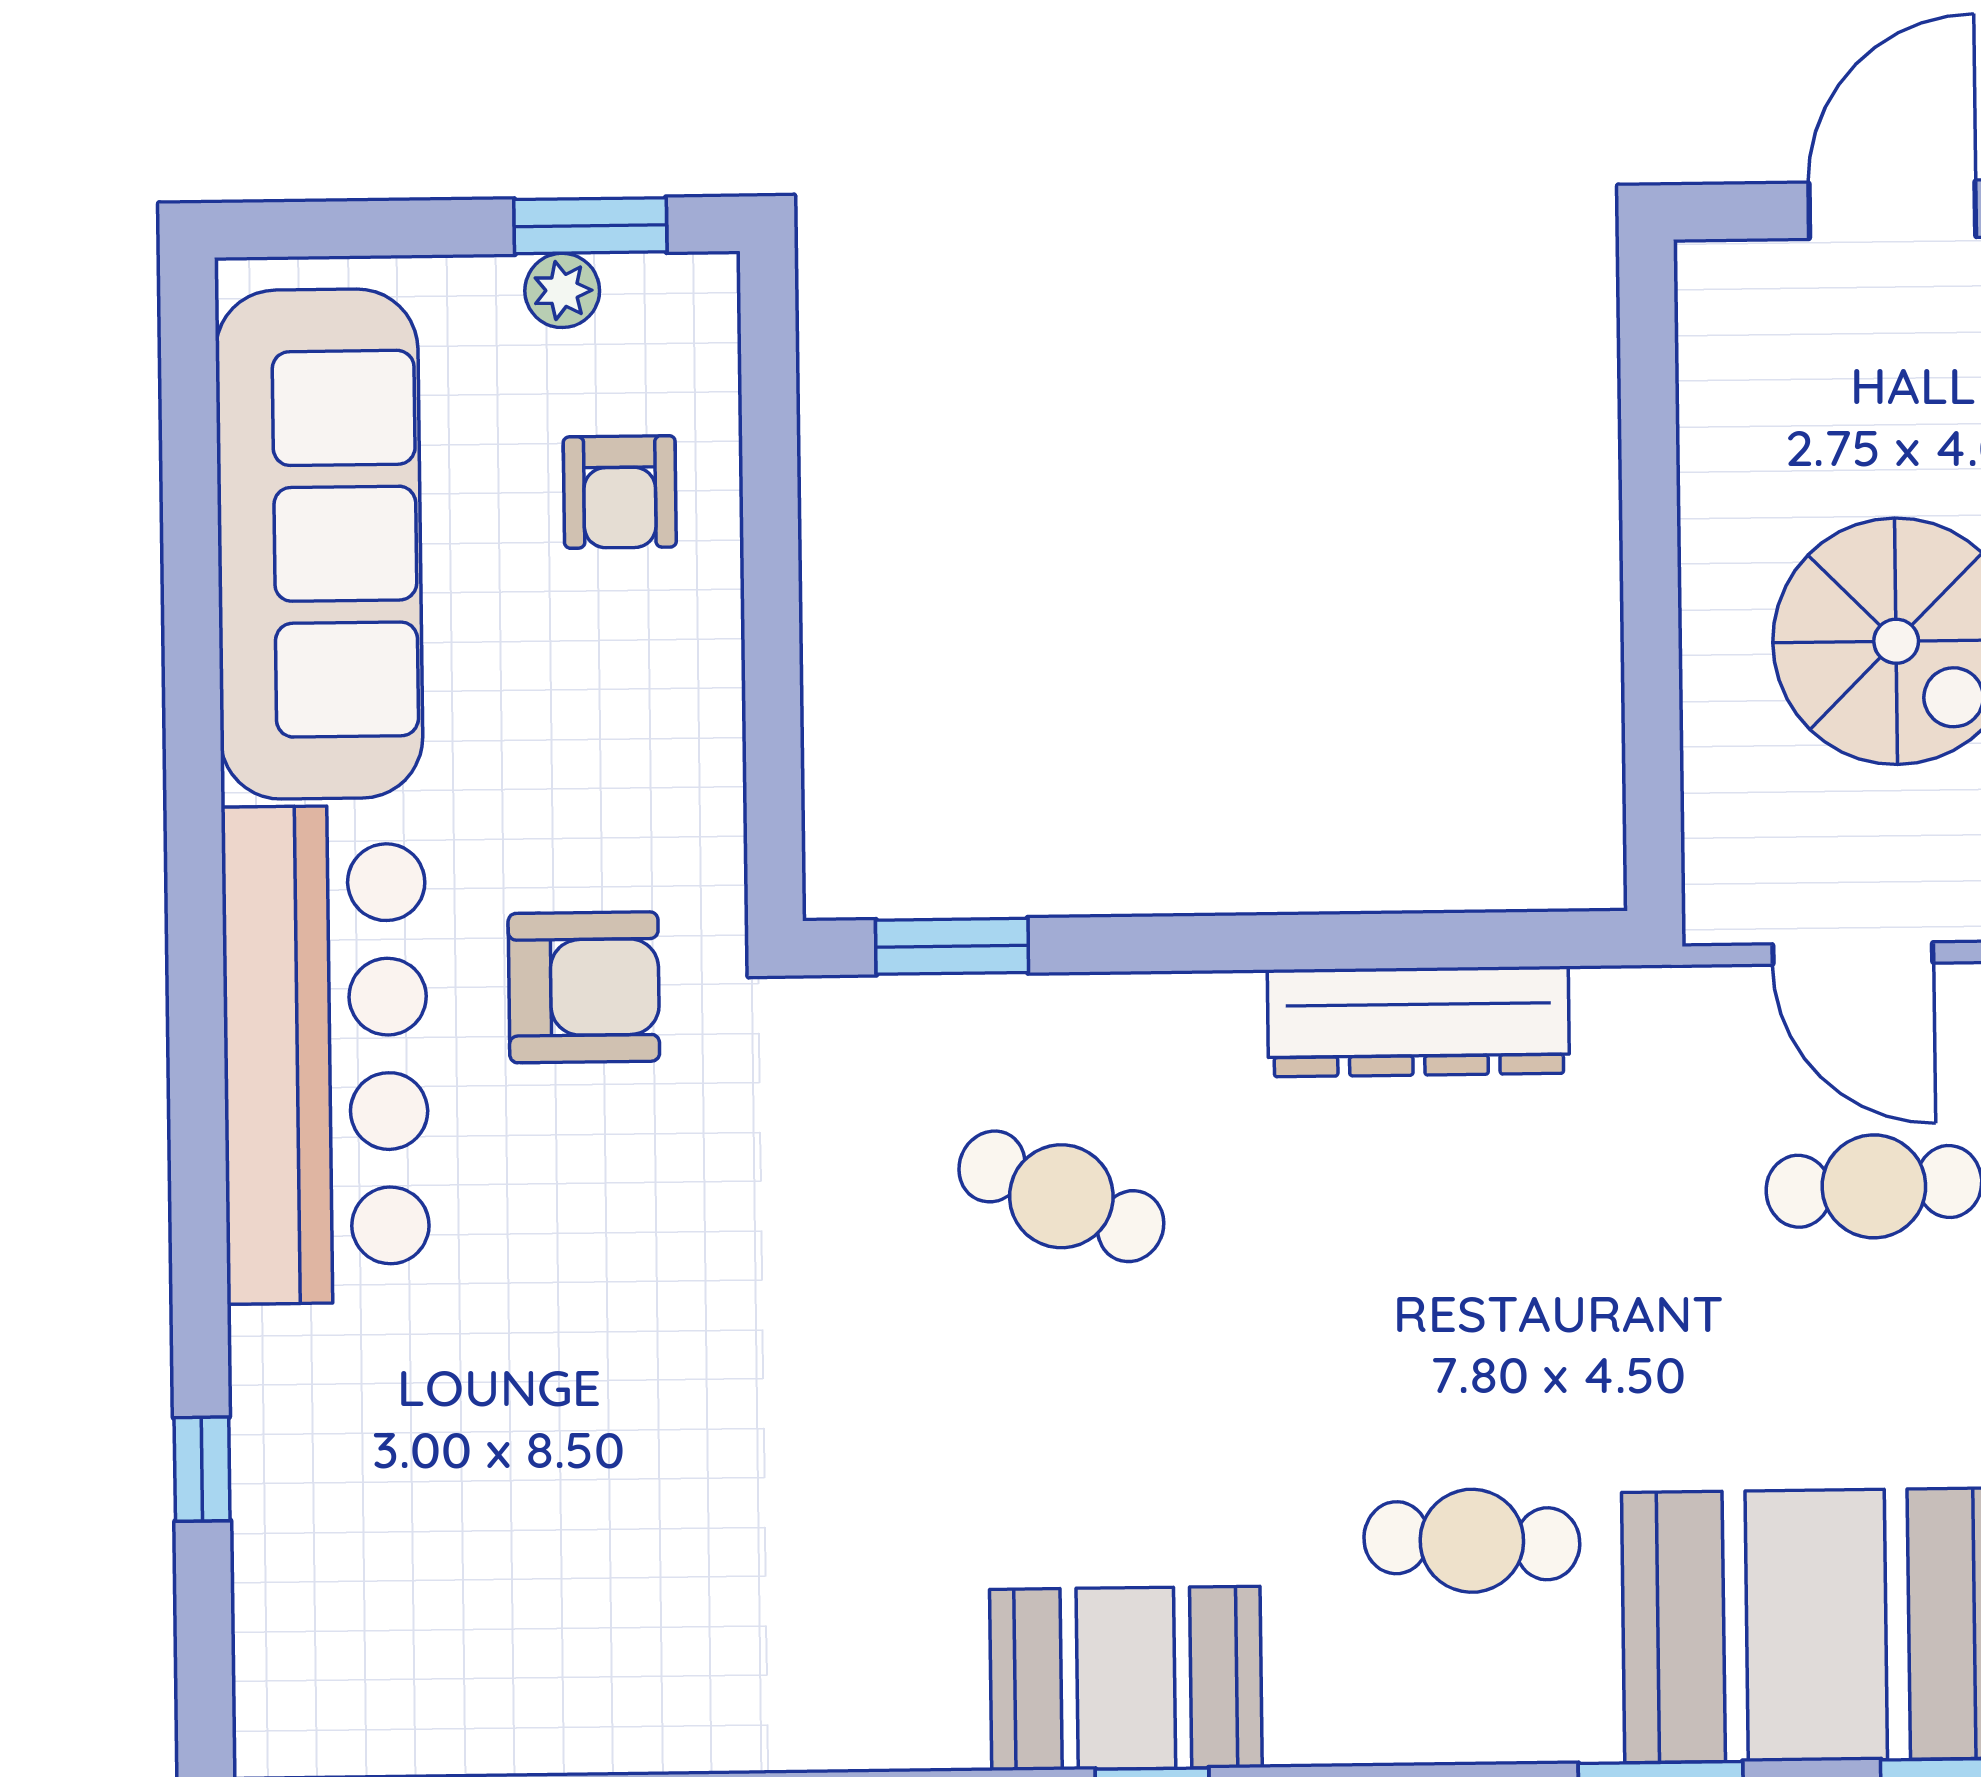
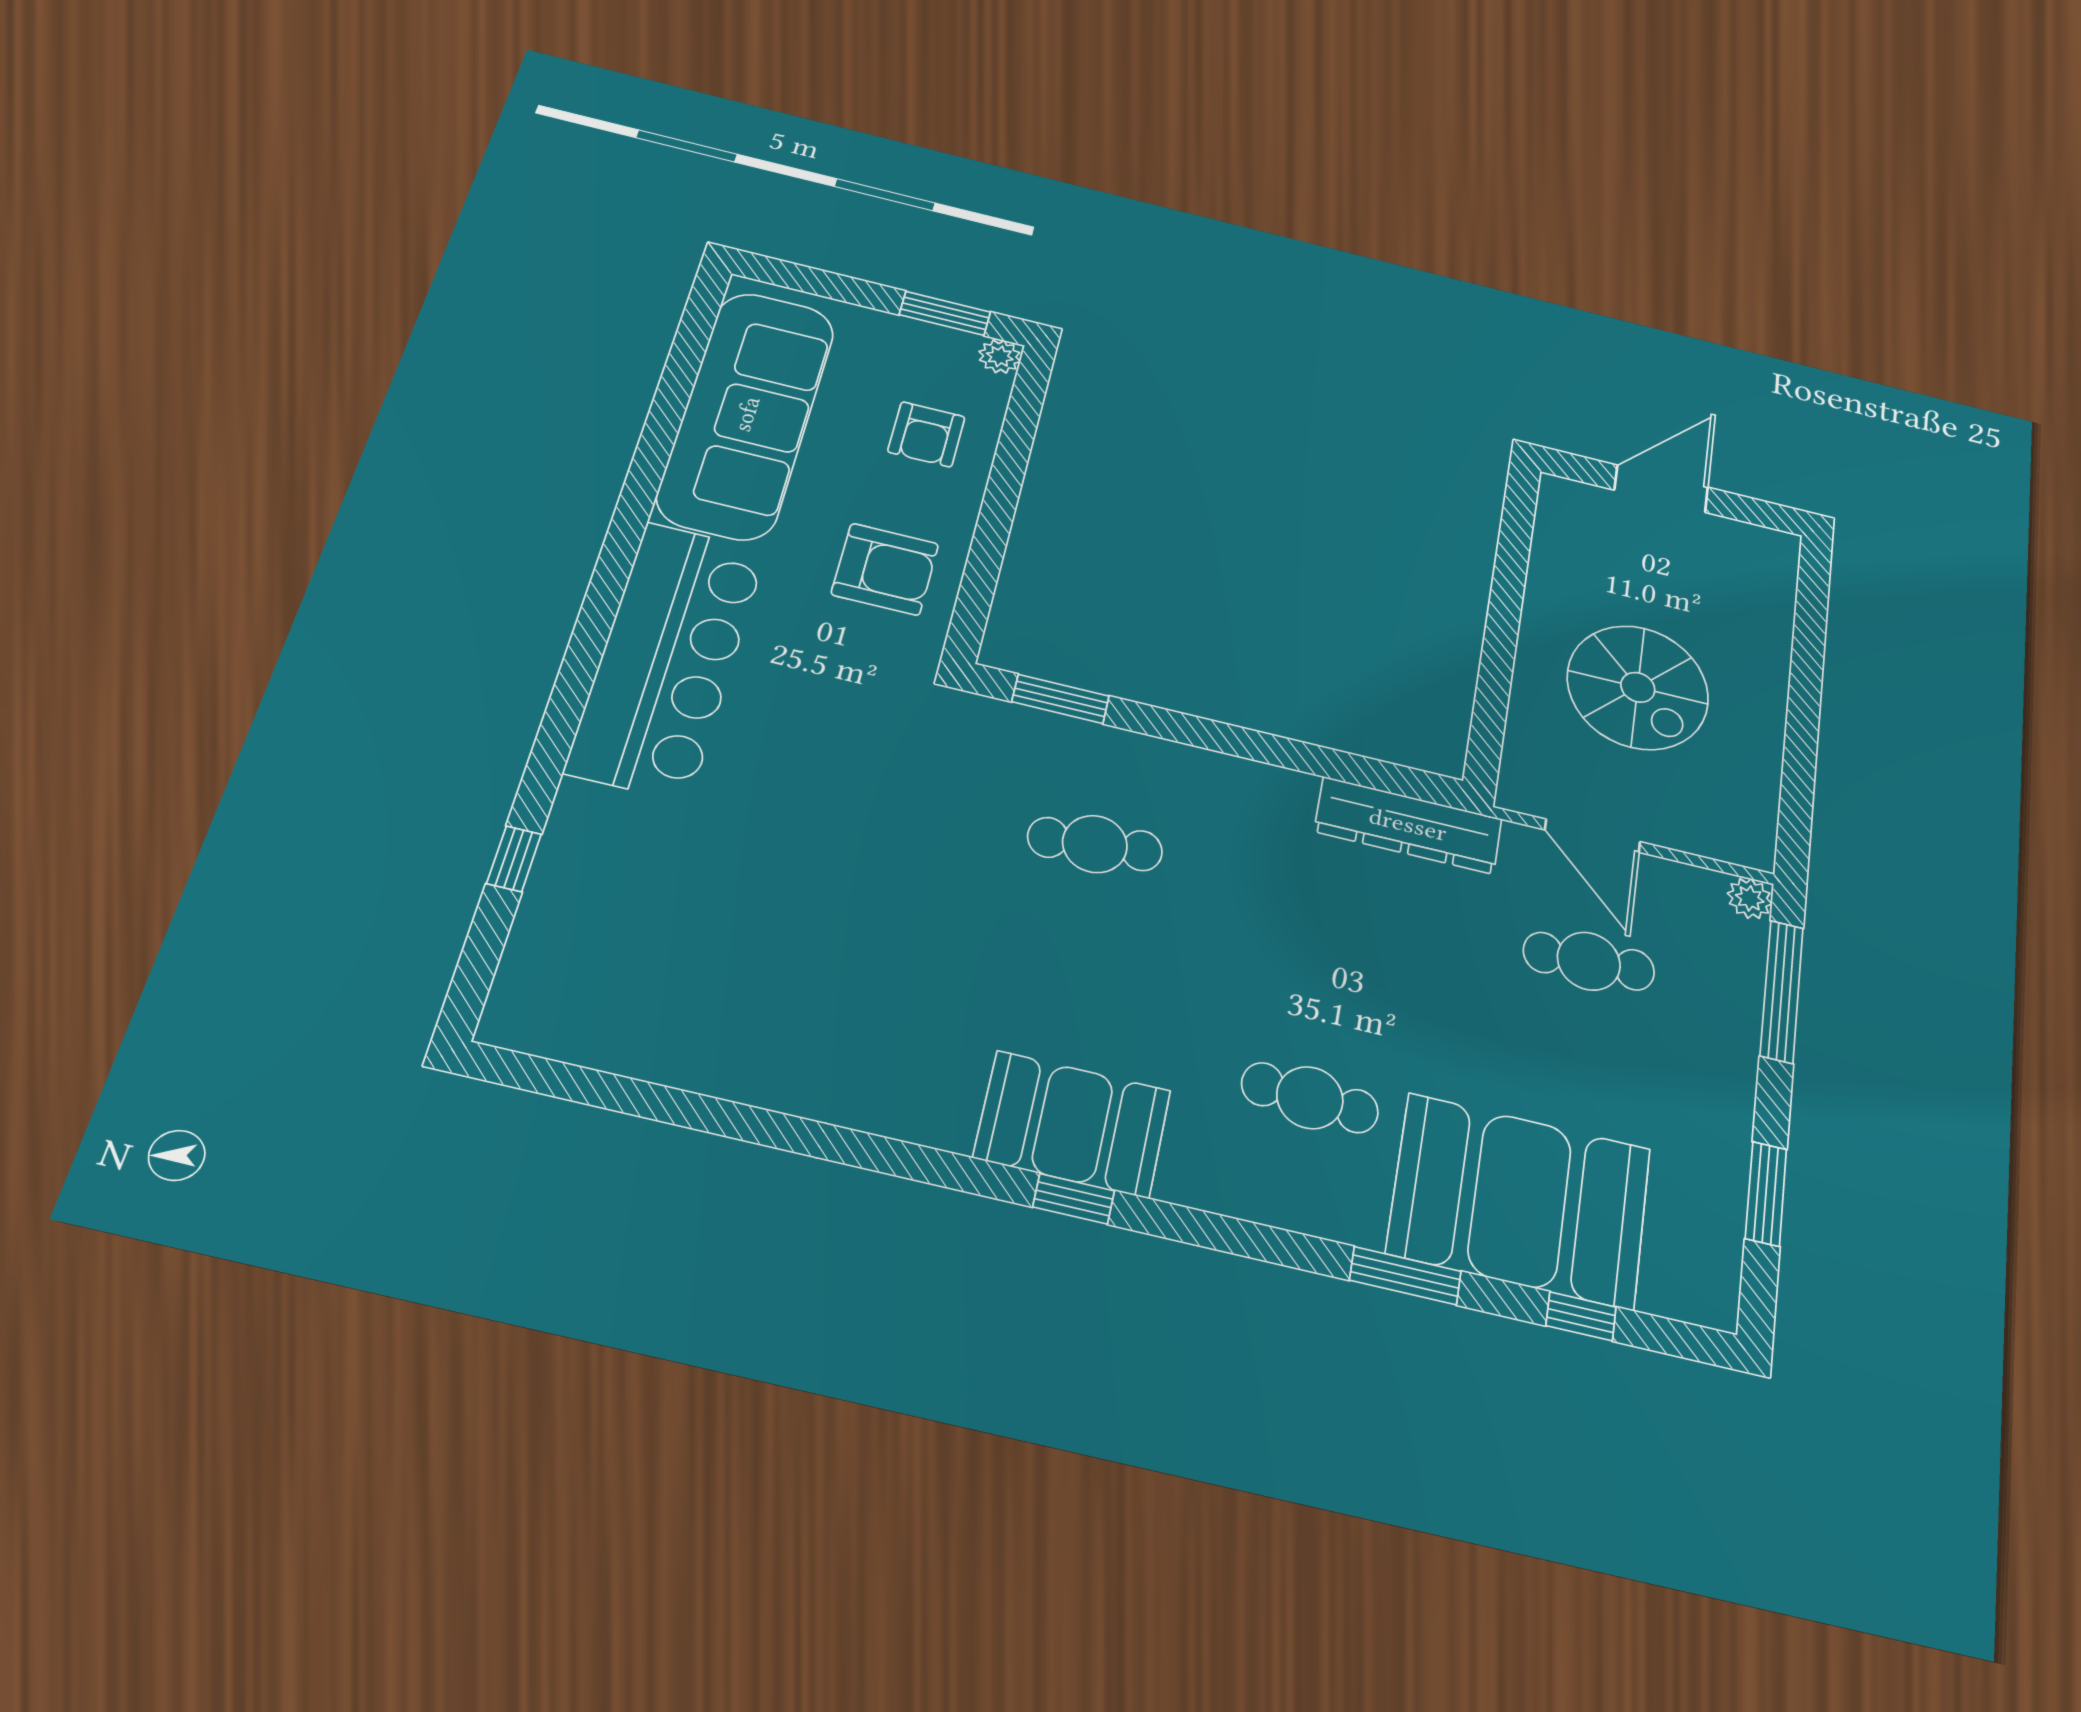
plant: (562, 290) -> (1000, 356), moved
armchair: (584, 987) -> (885, 569), moved
dresser: (1418, 1022) -> (1408, 825), moved
cafe table: (1061, 1196) -> (1095, 844), turned -30

